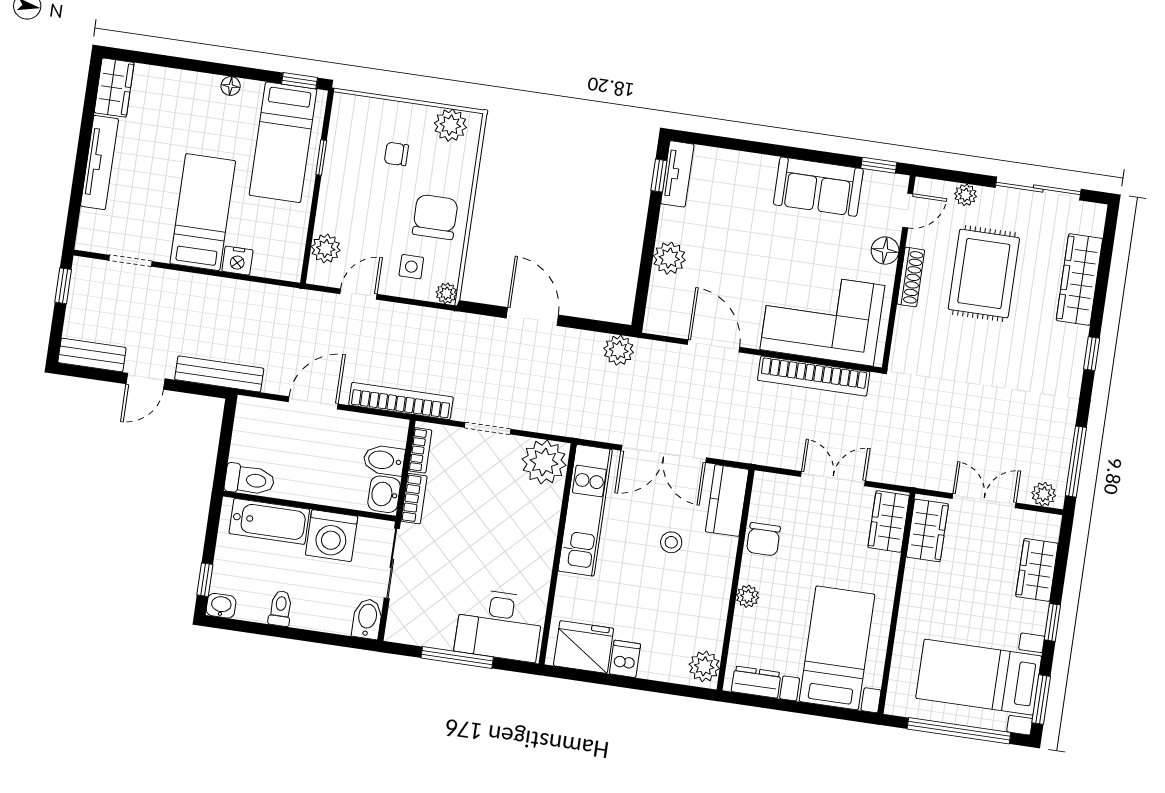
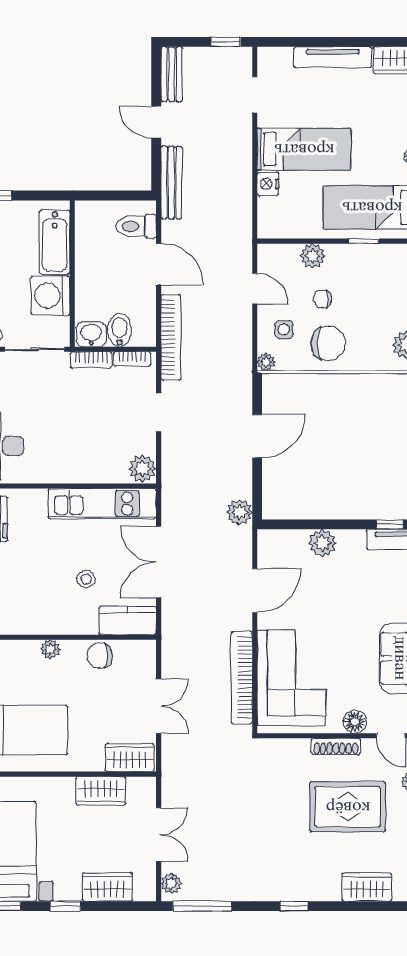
chair: (396, 154) -> (322, 299), moved, turned -90
plant: (326, 248) -> (313, 256), moved
wardrobe: (1079, 279) -> (367, 887), width x0.67
plant: (544, 462) -> (142, 469), width x0.73, depth x0.73
toilet: (249, 480) -> (136, 226), moved, turned 90
wardrobe: (927, 530) -> (101, 791), moved

